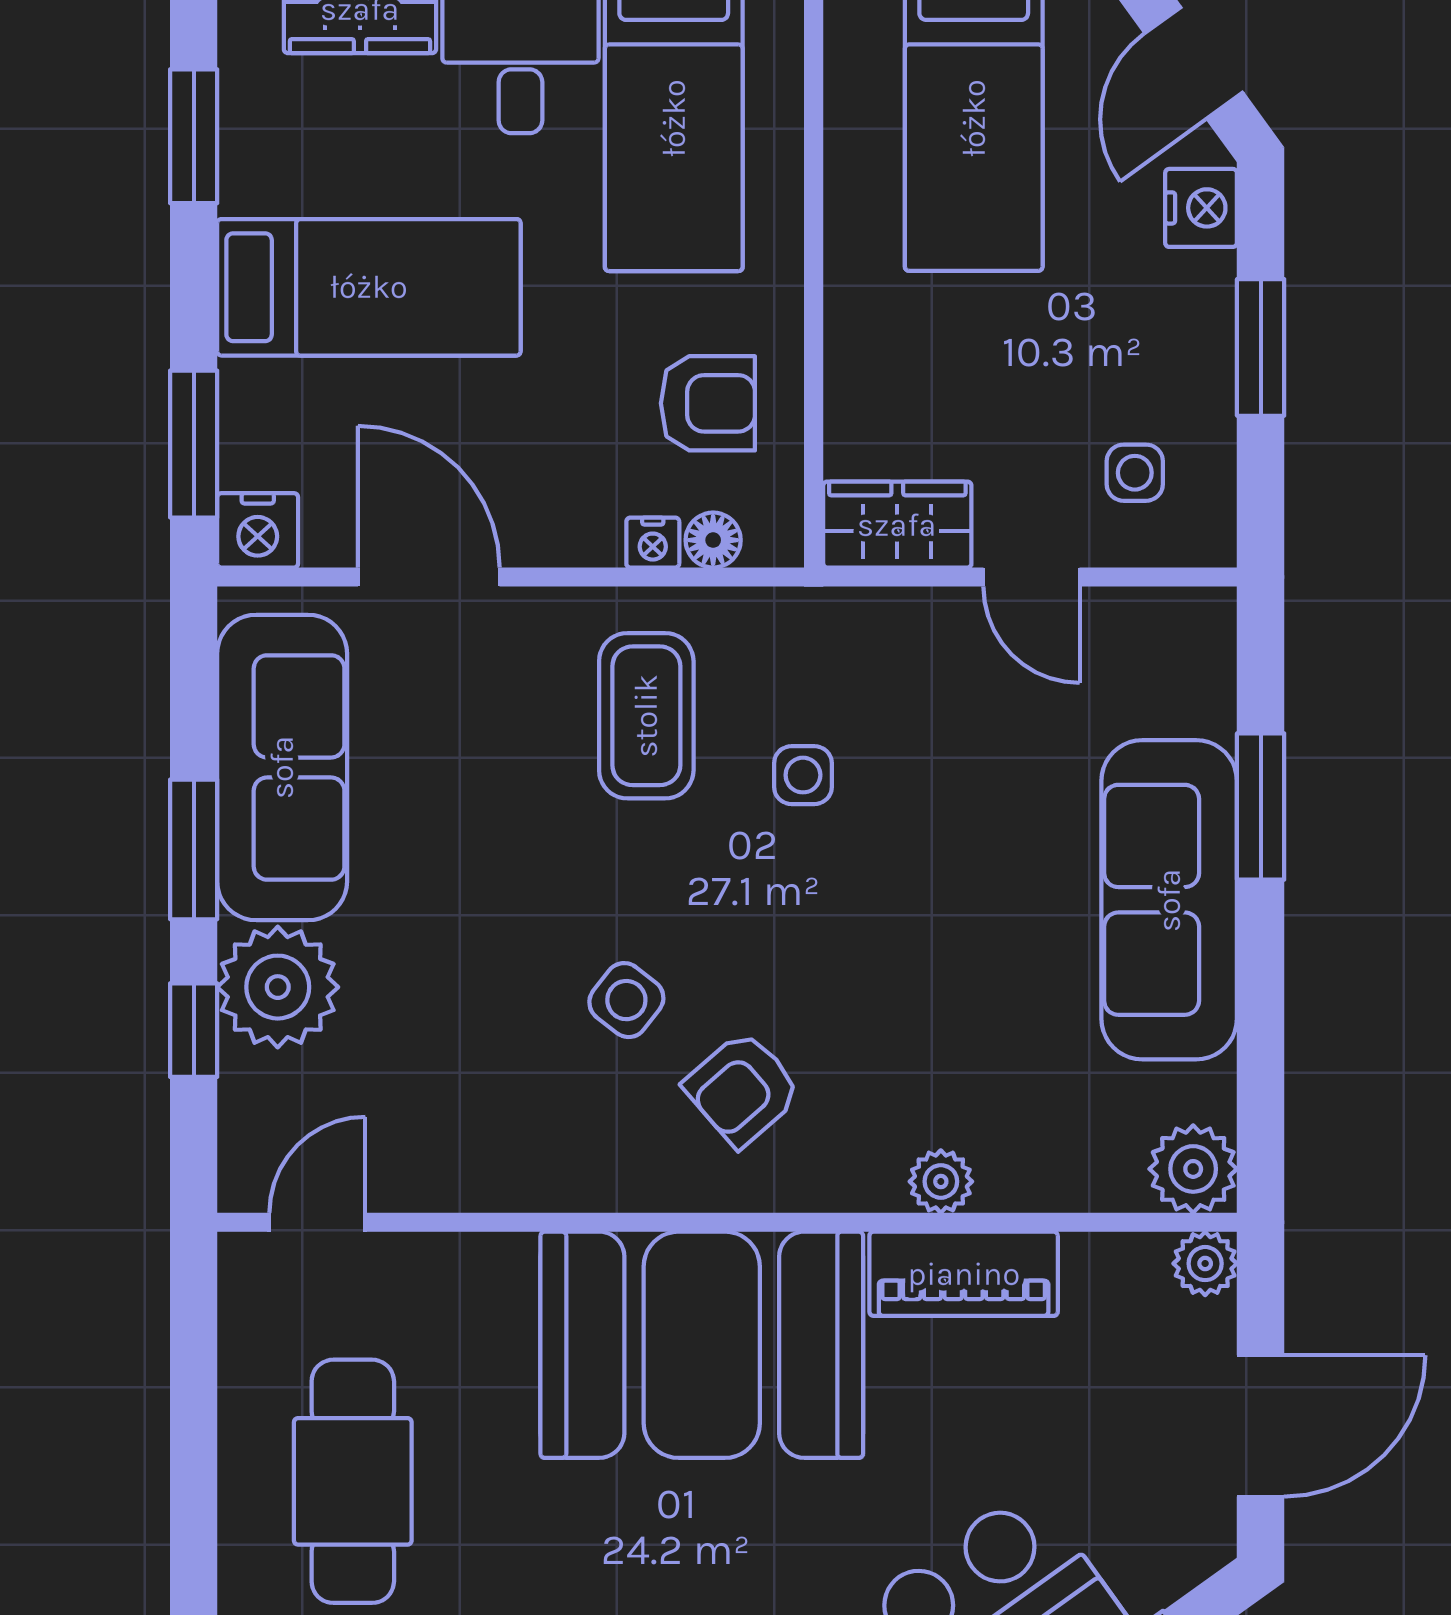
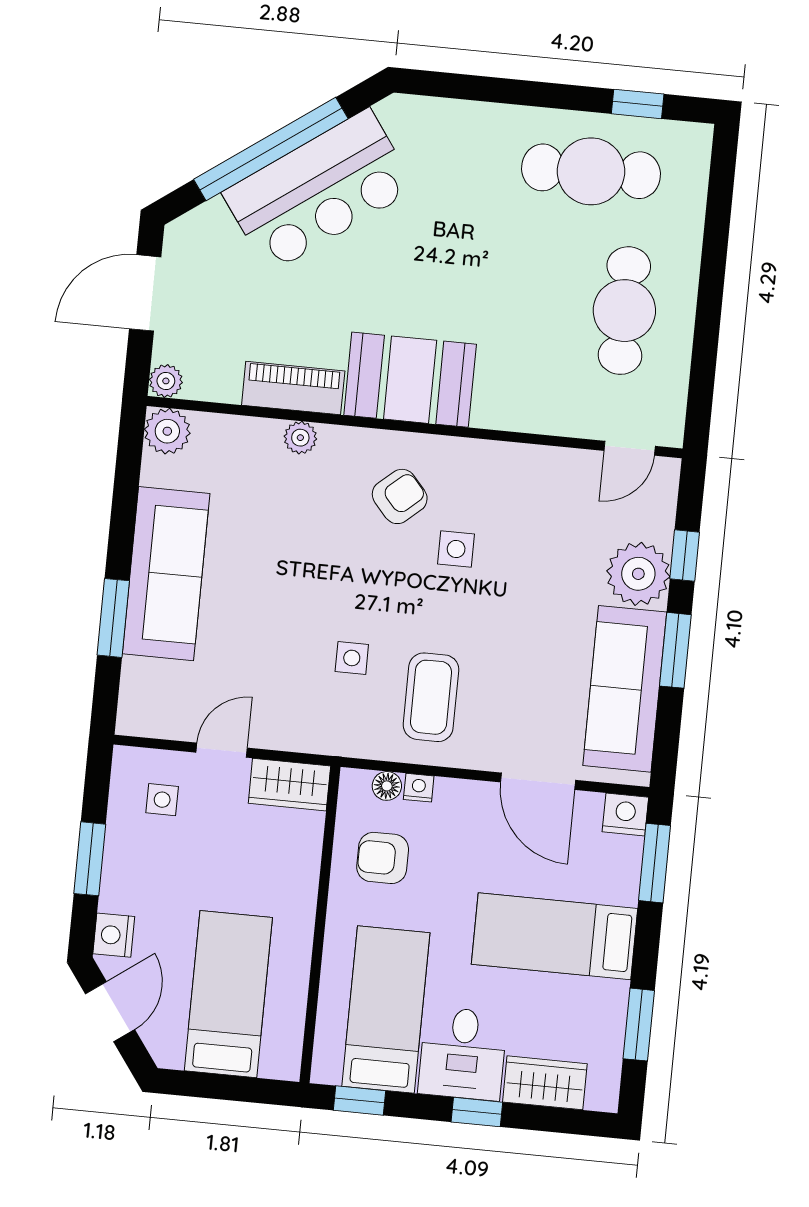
door: (1032, 577) -> (222, 750), hinge flipped
side table: (626, 1000) -> (456, 549), turned -38
booth: (702, 1345) -> (410, 380), width x0.73, depth x0.70

